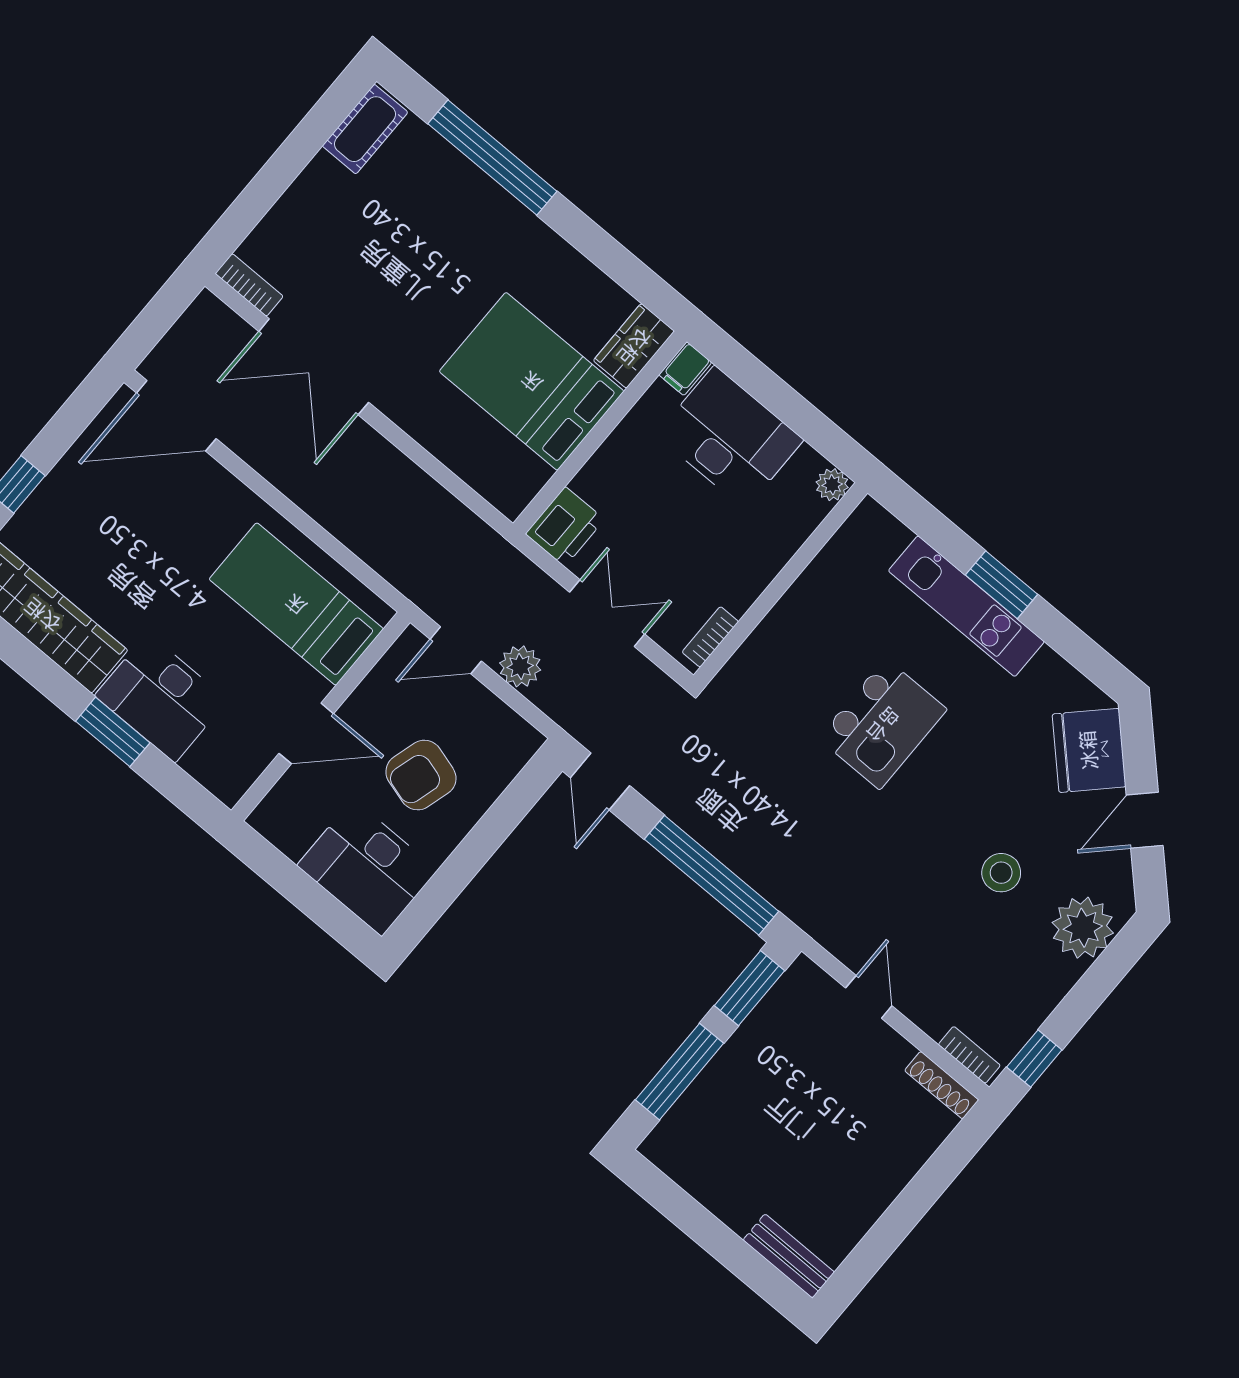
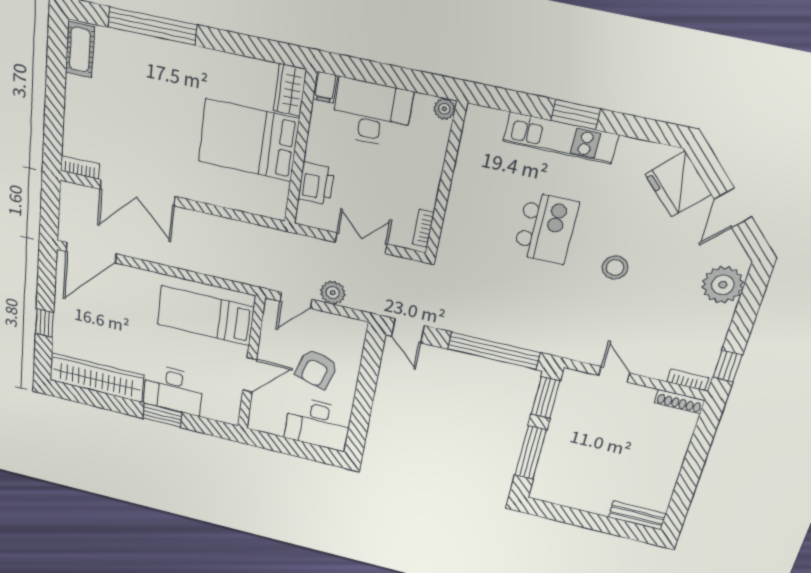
printer: (565, 527) -> (316, 184), moved
stool: (1001, 873) -> (615, 268), moved

